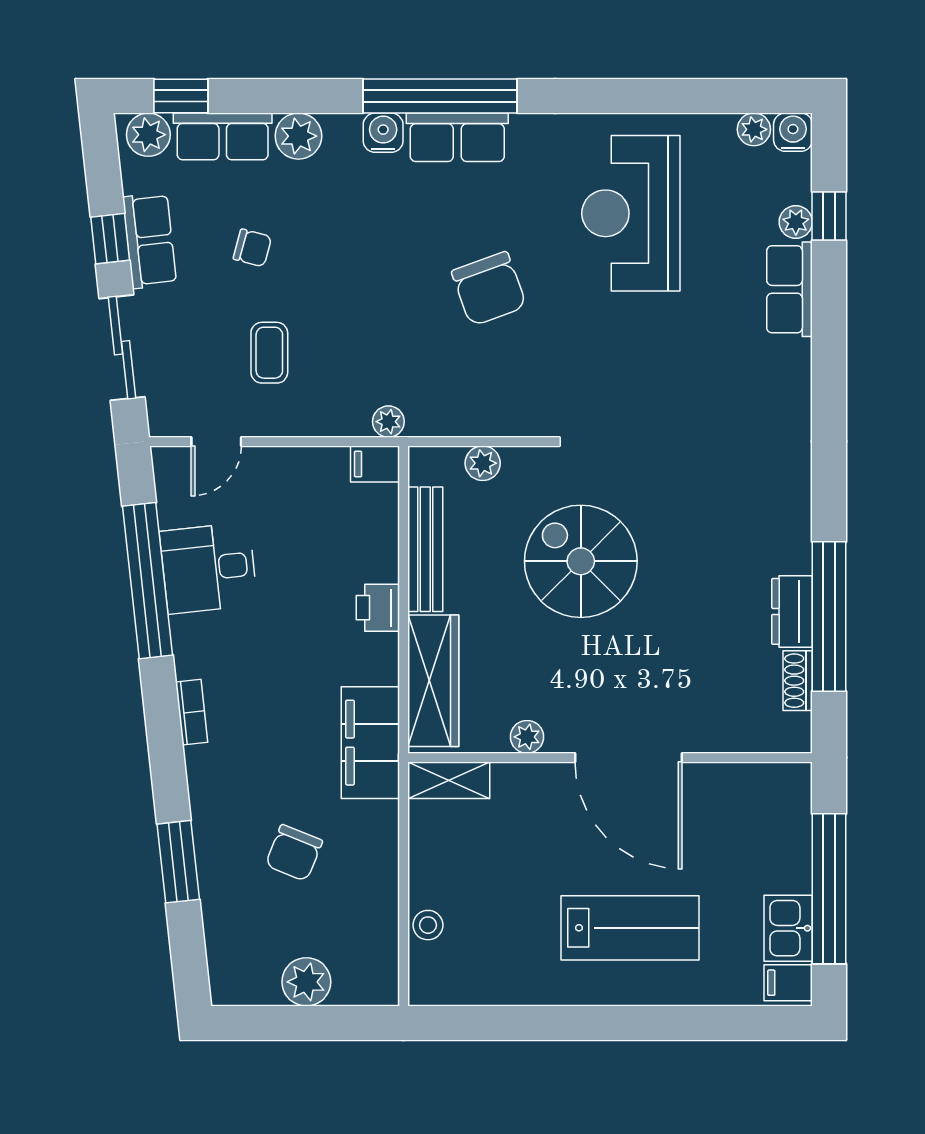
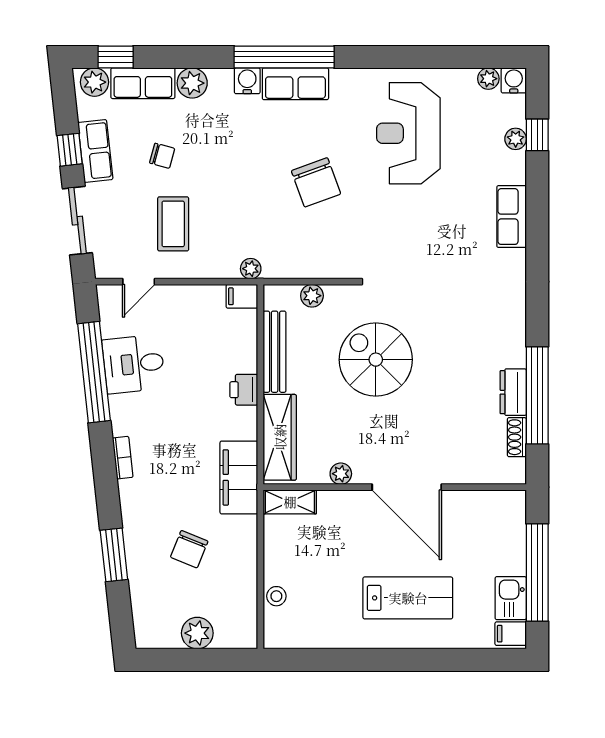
row of seats: (790, 289) -> (512, 217), moved
coffee table: (269, 353) -> (173, 224), width x1.36, depth x1.30

